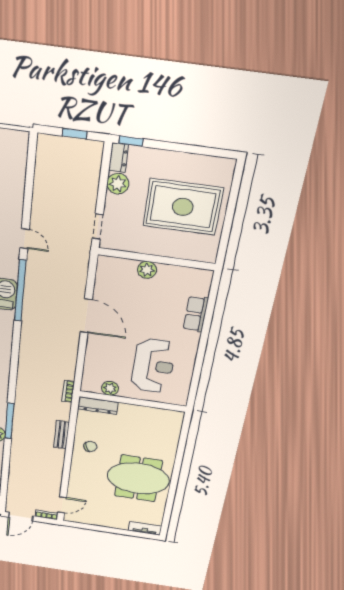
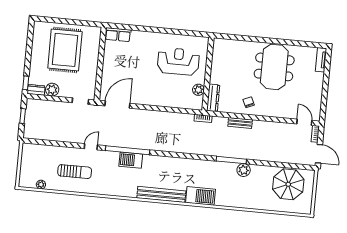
plant: (147, 270) -> (108, 69), removed
row of seats: (196, 314) -> (118, 35), moved
door: (86, 316) -> (117, 105), moved

